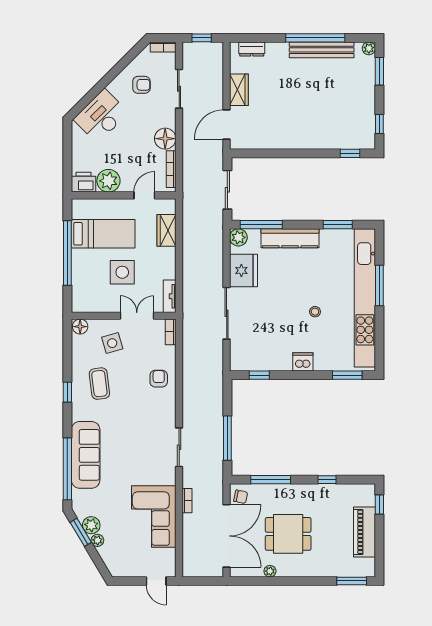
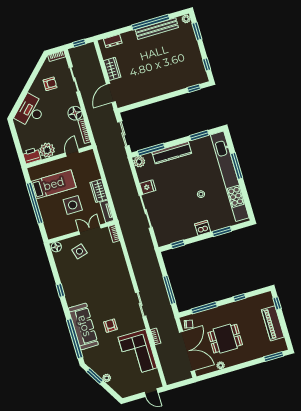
wardrobe: (167, 230) -> (99, 191), moved
fridge: (244, 270) -> (148, 187), width x0.53, depth x0.75
window: (347, 375) -> (222, 231), moved
armchair: (159, 379) -> (110, 326), moved
coffee table: (99, 384) -> (79, 279), removed
plant: (91, 525) -> (100, 370), removed

